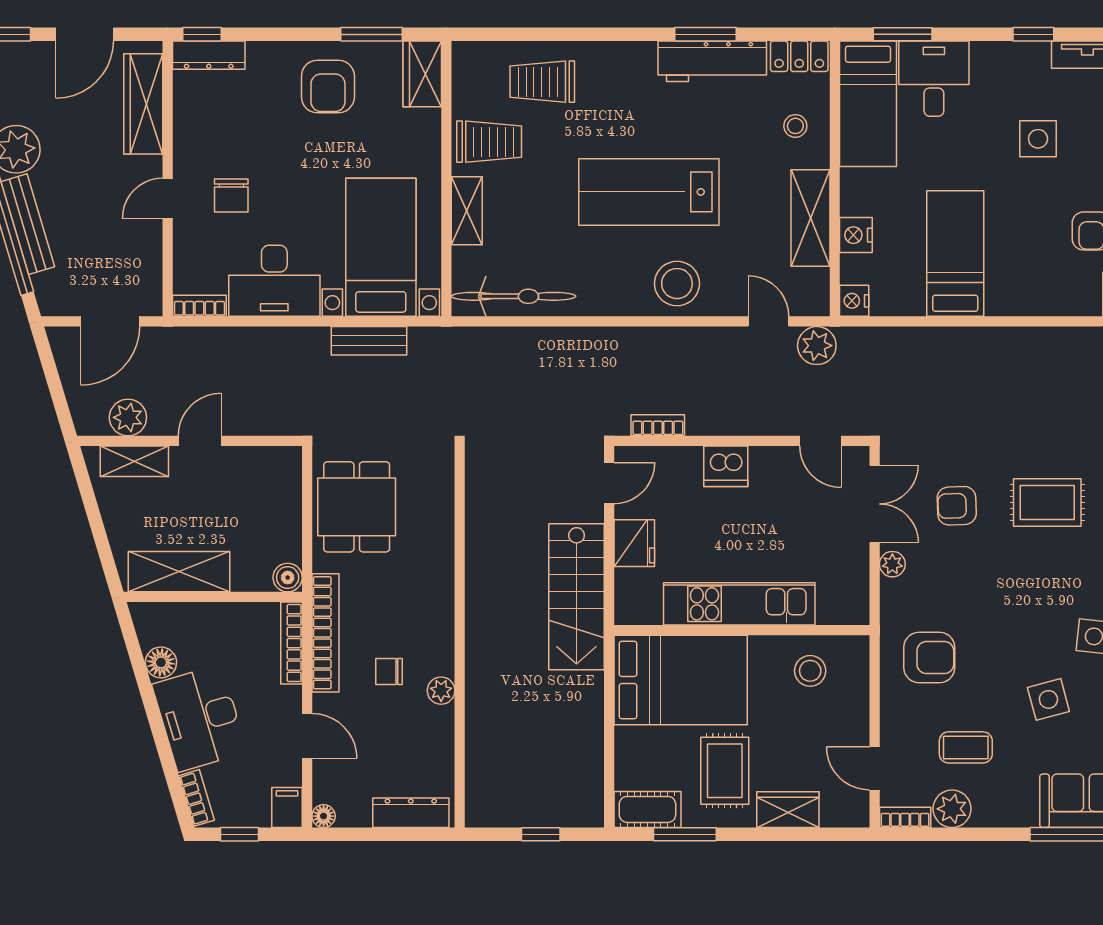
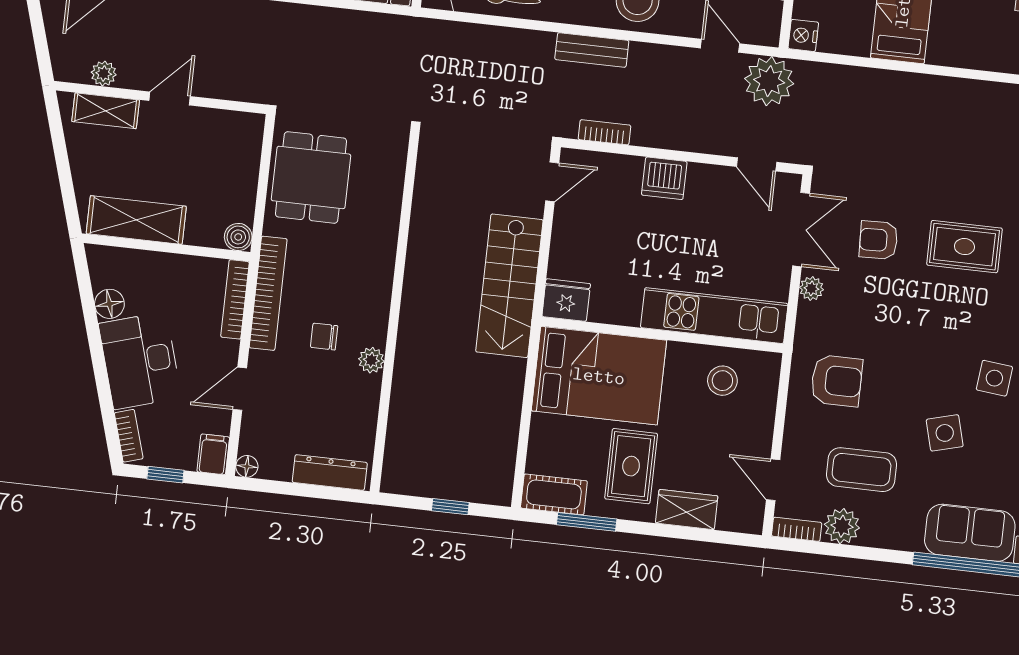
bench: (369, 341) -> (592, 50), moved
plant: (817, 346) -> (769, 81), width x1.36, depth x1.36
plant: (128, 417) -> (104, 73), width x0.73, depth x0.73
fridge: (634, 543) -> (566, 300), moved, turned -90
kitchen unit: (739, 604) -> (714, 316), moved
door: (307, 736) -> (240, 389), swing flipped
coffee table: (966, 747) -> (862, 470), width x1.36, depth x1.30

